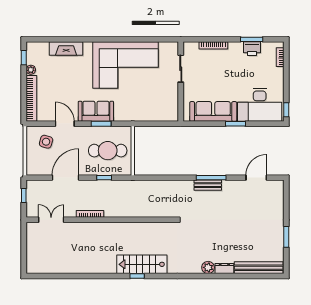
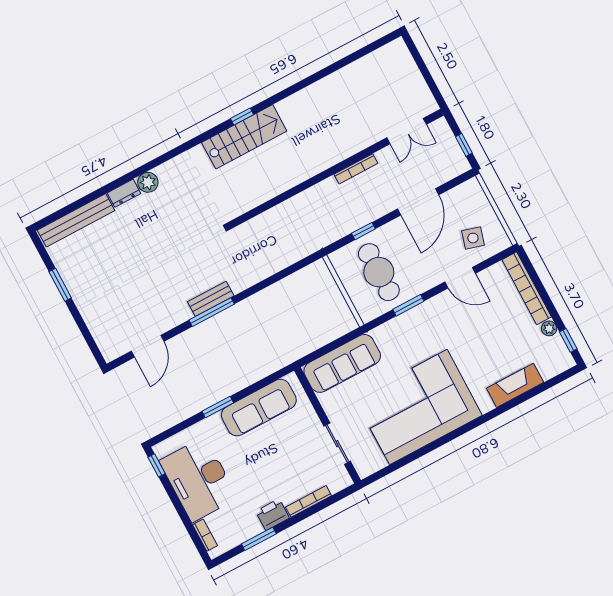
printer: (252, 49) -> (273, 515), moved
desk: (260, 105) -> (198, 479), moved, turned -90
sofa: (96, 111) -> (342, 363), moved, width x1.36
cafe table: (108, 151) -> (379, 272), turned 90

